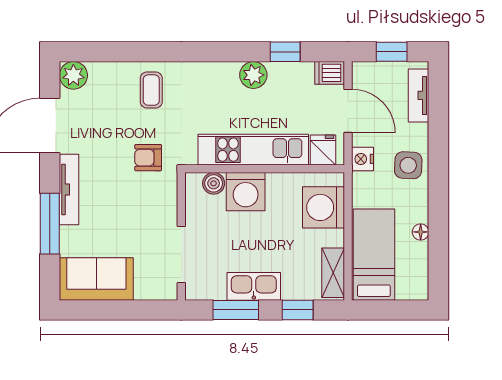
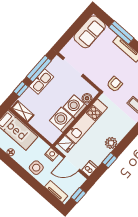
washing machine: (323, 207) -> (62, 120), moved, turned -90
window: (236, 310) -> (39, 69), width x1.44

